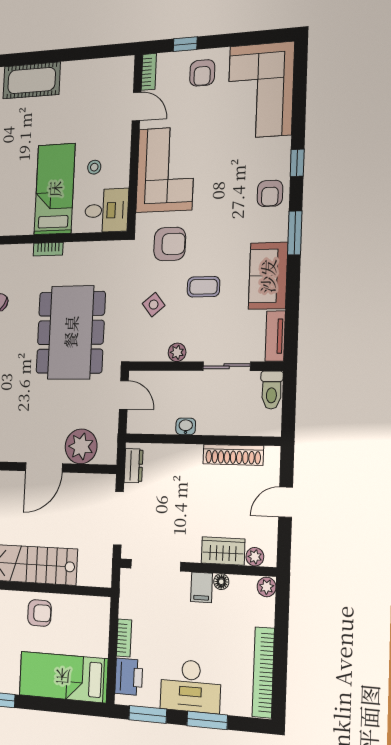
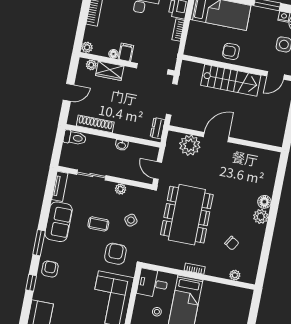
armchair: (170, 244) -> (115, 254), turned 90
toilet: (272, 390) -> (75, 138), moved, turned 90

